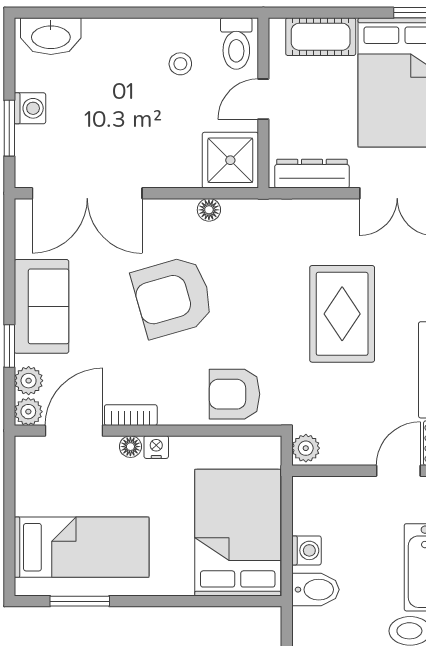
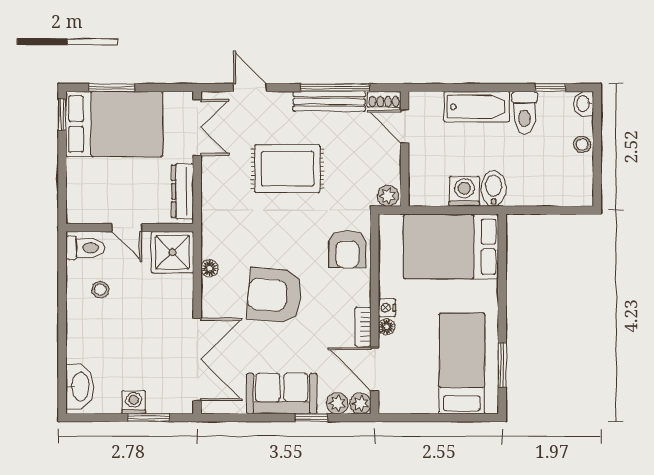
cot: (321, 37) -> (80, 185), removed
armchair: (173, 297) -> (275, 295), turned 111
washing machine: (306, 550) -> (464, 191), width x1.38, depth x1.38

